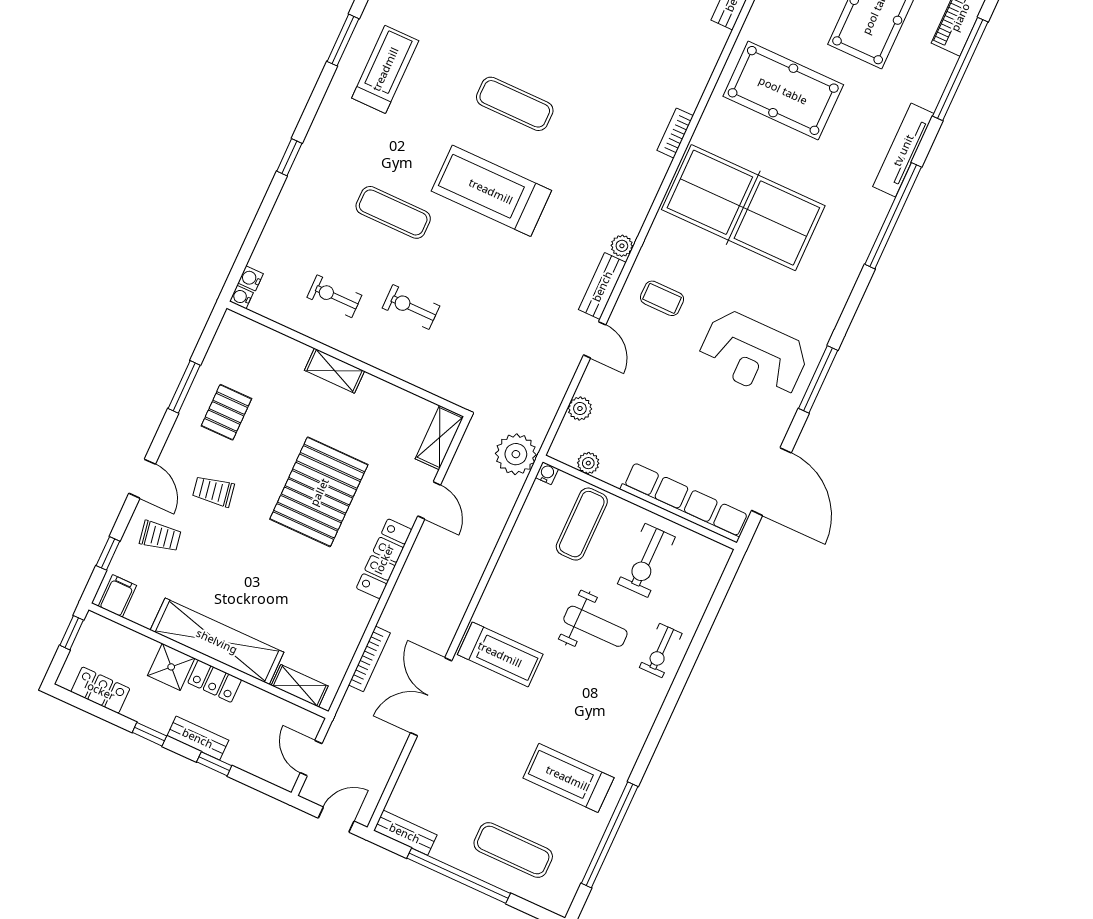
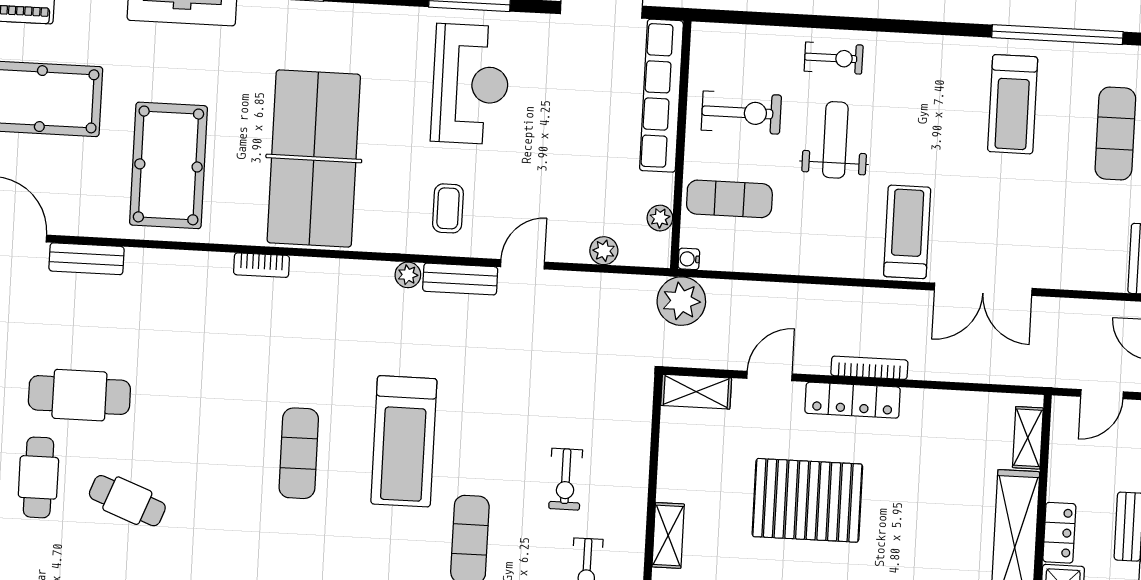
bookcase: (369, 659) -> (869, 368), moved

